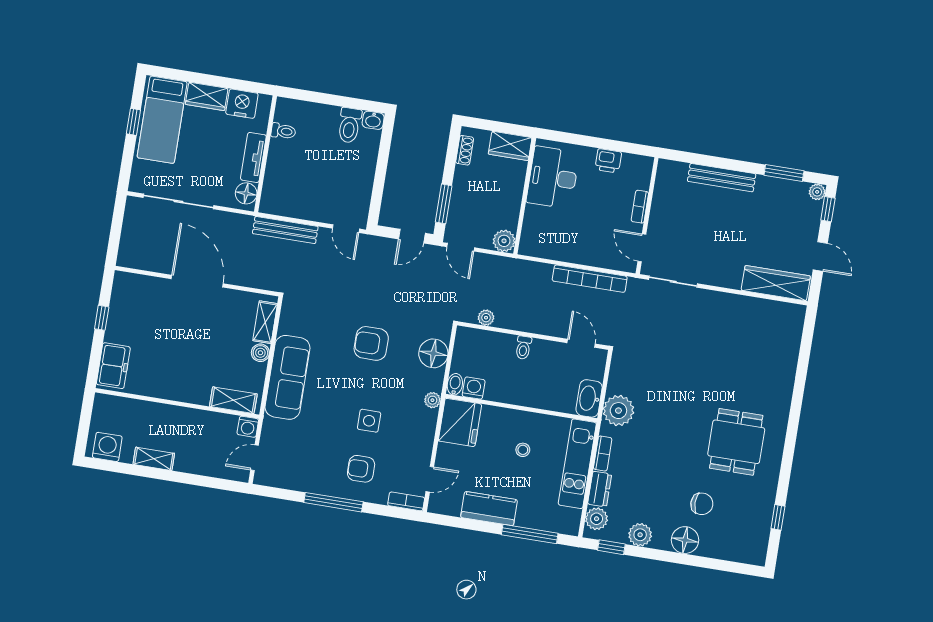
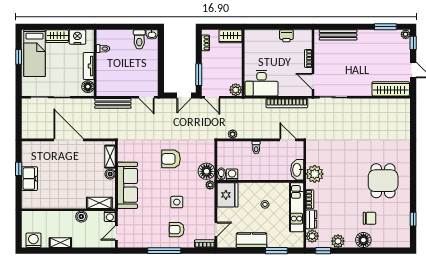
desk: (553, 177) -> (262, 83), moved, turned -90
bench: (722, 178) -> (338, 35), moved
floor lamp: (433, 353) -> (207, 171), moved
freezer: (113, 366) -> (29, 179), moved
boiler: (198, 419) -> (81, 217), added
window: (530, 534) -> (276, 251), width x0.69

